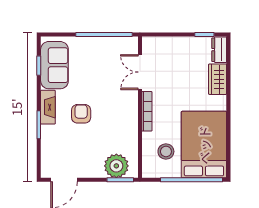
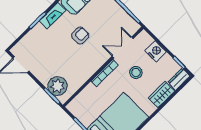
nightstand: (173, 46) -> (156, 51), added
armchair: (81, 114) -> (80, 36), moved
stool: (166, 151) -> (136, 72), moved

